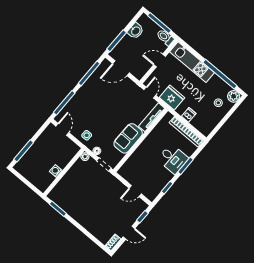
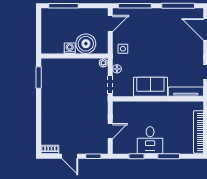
boiler: (62, 157) -> (86, 44), added
desk: (173, 159) -> (150, 140), moved
door: (135, 191) -> (110, 131), swing flipped

